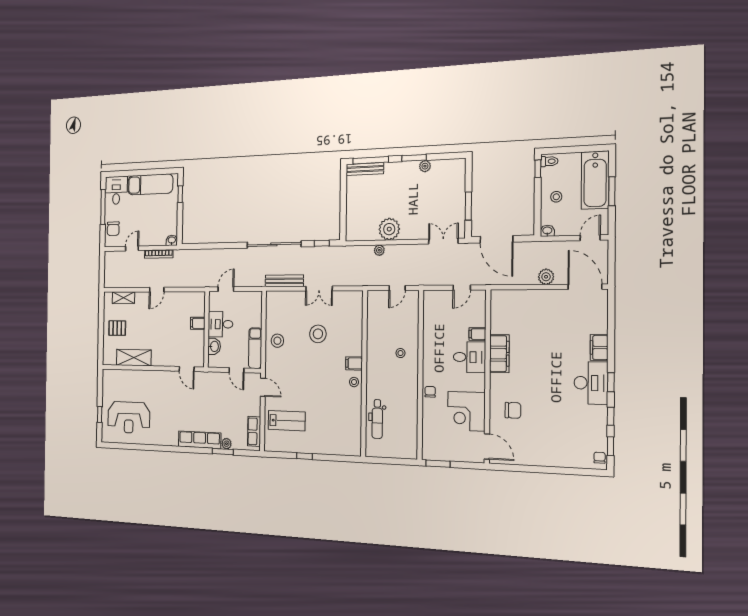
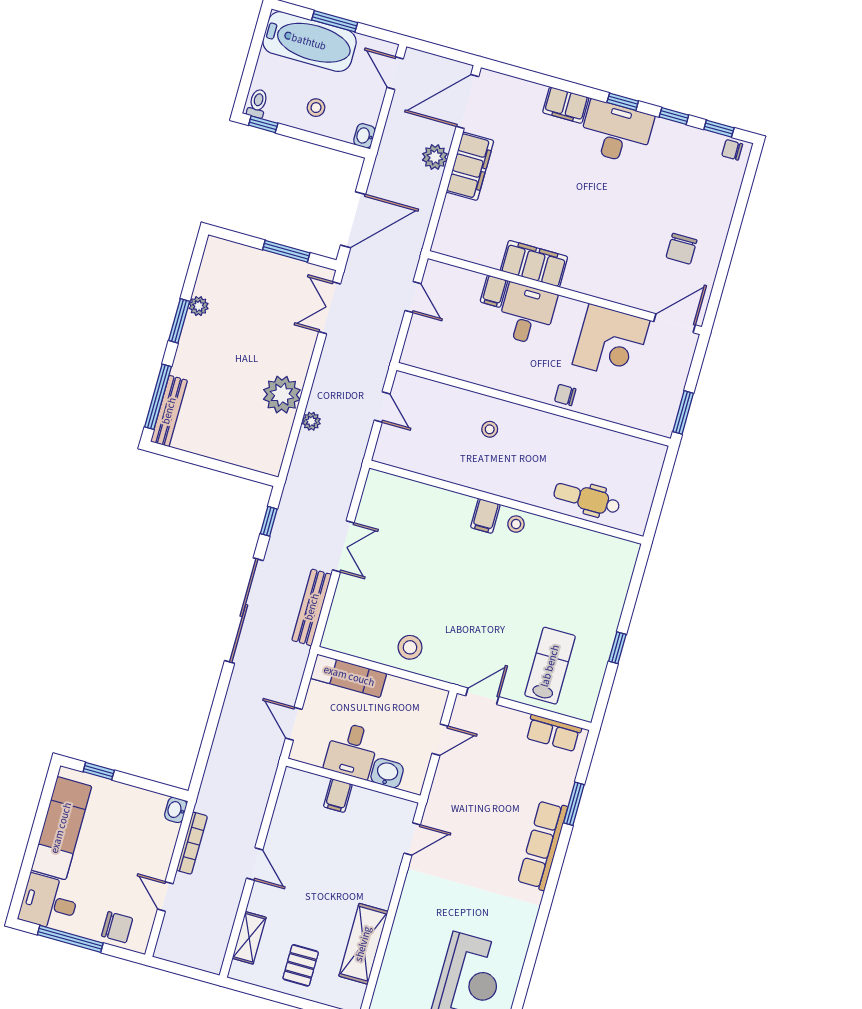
filing cabinet: (546, 299) -> (470, 166), added
stool: (318, 334) -> (419, 568), removed
exam couch: (255, 348) -> (349, 676), moved
chair: (513, 410) -> (682, 249), moved, turned 180
dental chair: (377, 419) -> (587, 499), turned 180
plant: (226, 444) -> (562, 793), removed

